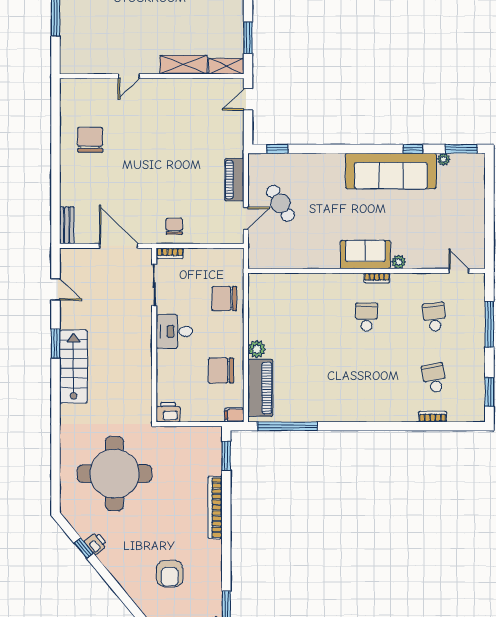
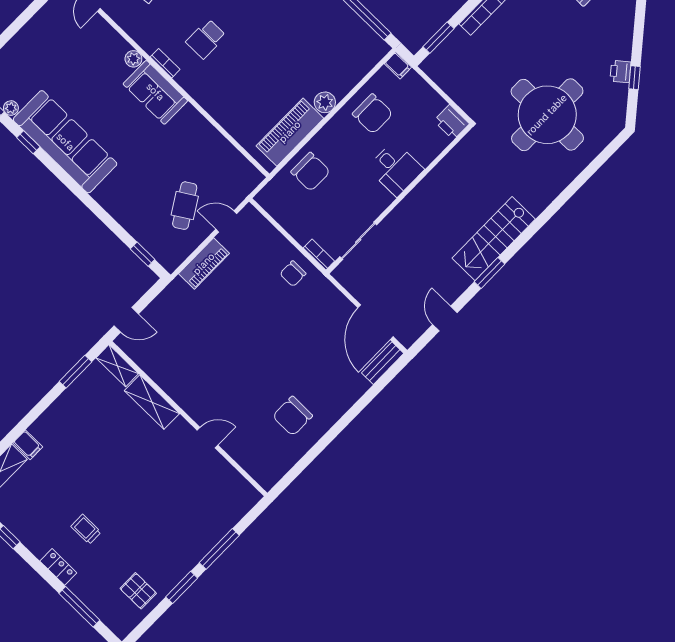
door: (119, 246) -> (376, 322), moved
desk: (174, 331) -> (396, 169), moved
piano: (260, 388) -> (290, 132), moved

